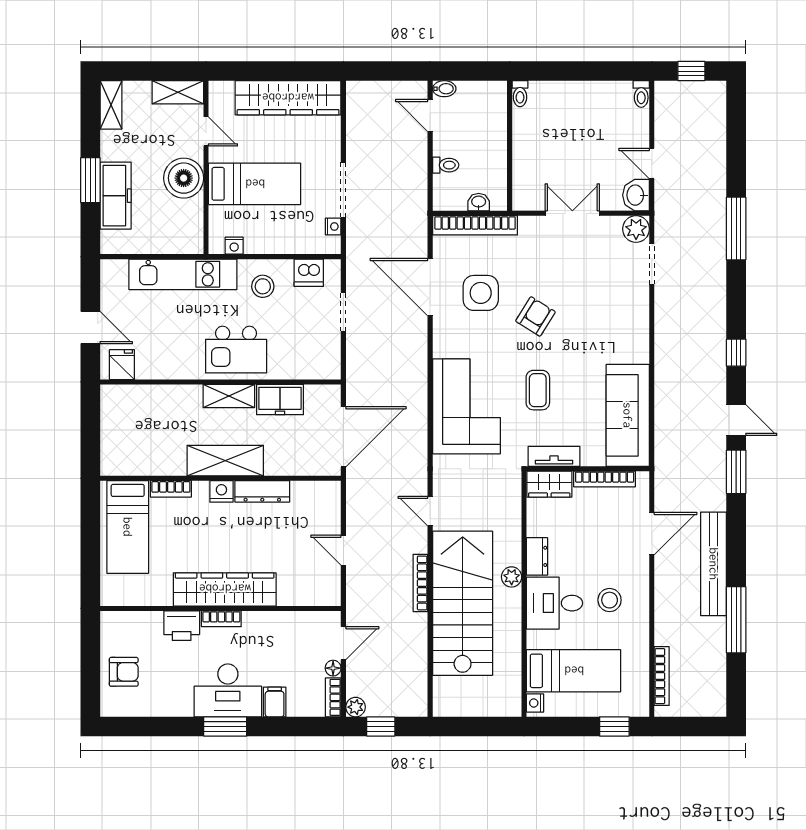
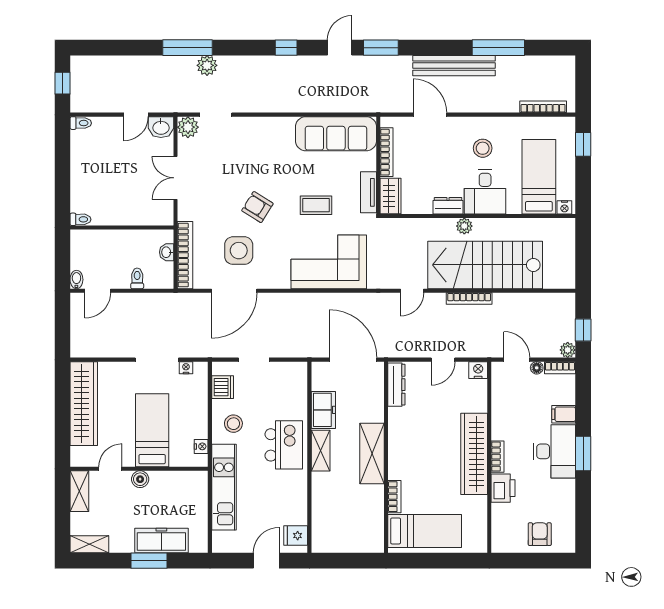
boiler: (184, 178) -> (140, 479), width x0.54, depth x0.54
plant: (714, 253) -> (207, 65), added
nightstand: (221, 491) -> (478, 370), moved, turned 90
dresser: (262, 491) -> (396, 385), moved

